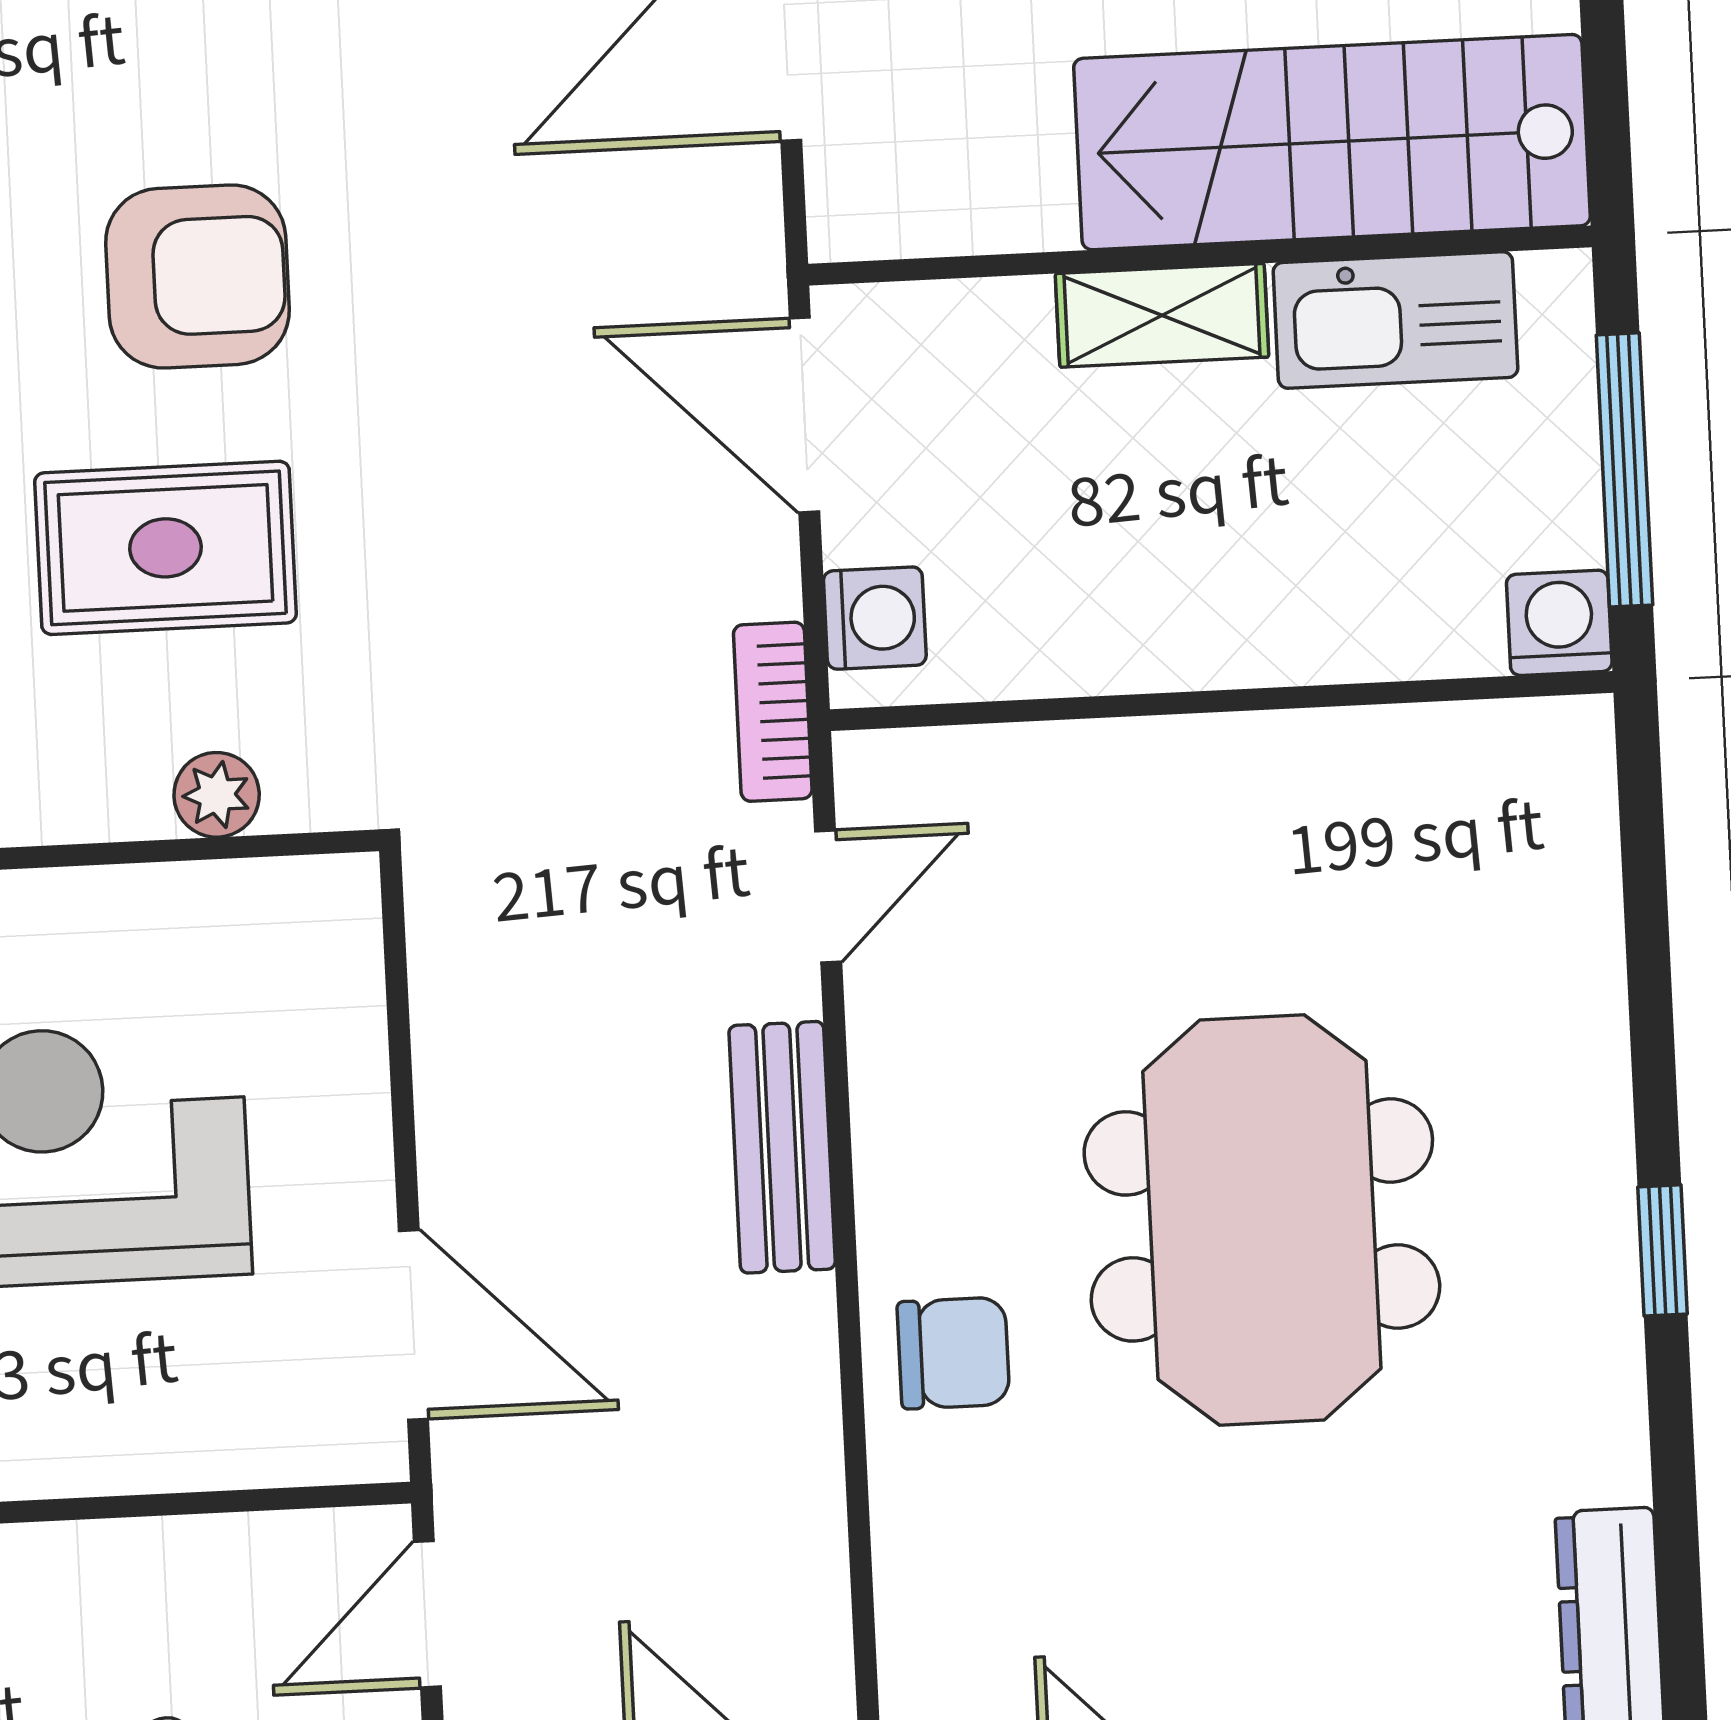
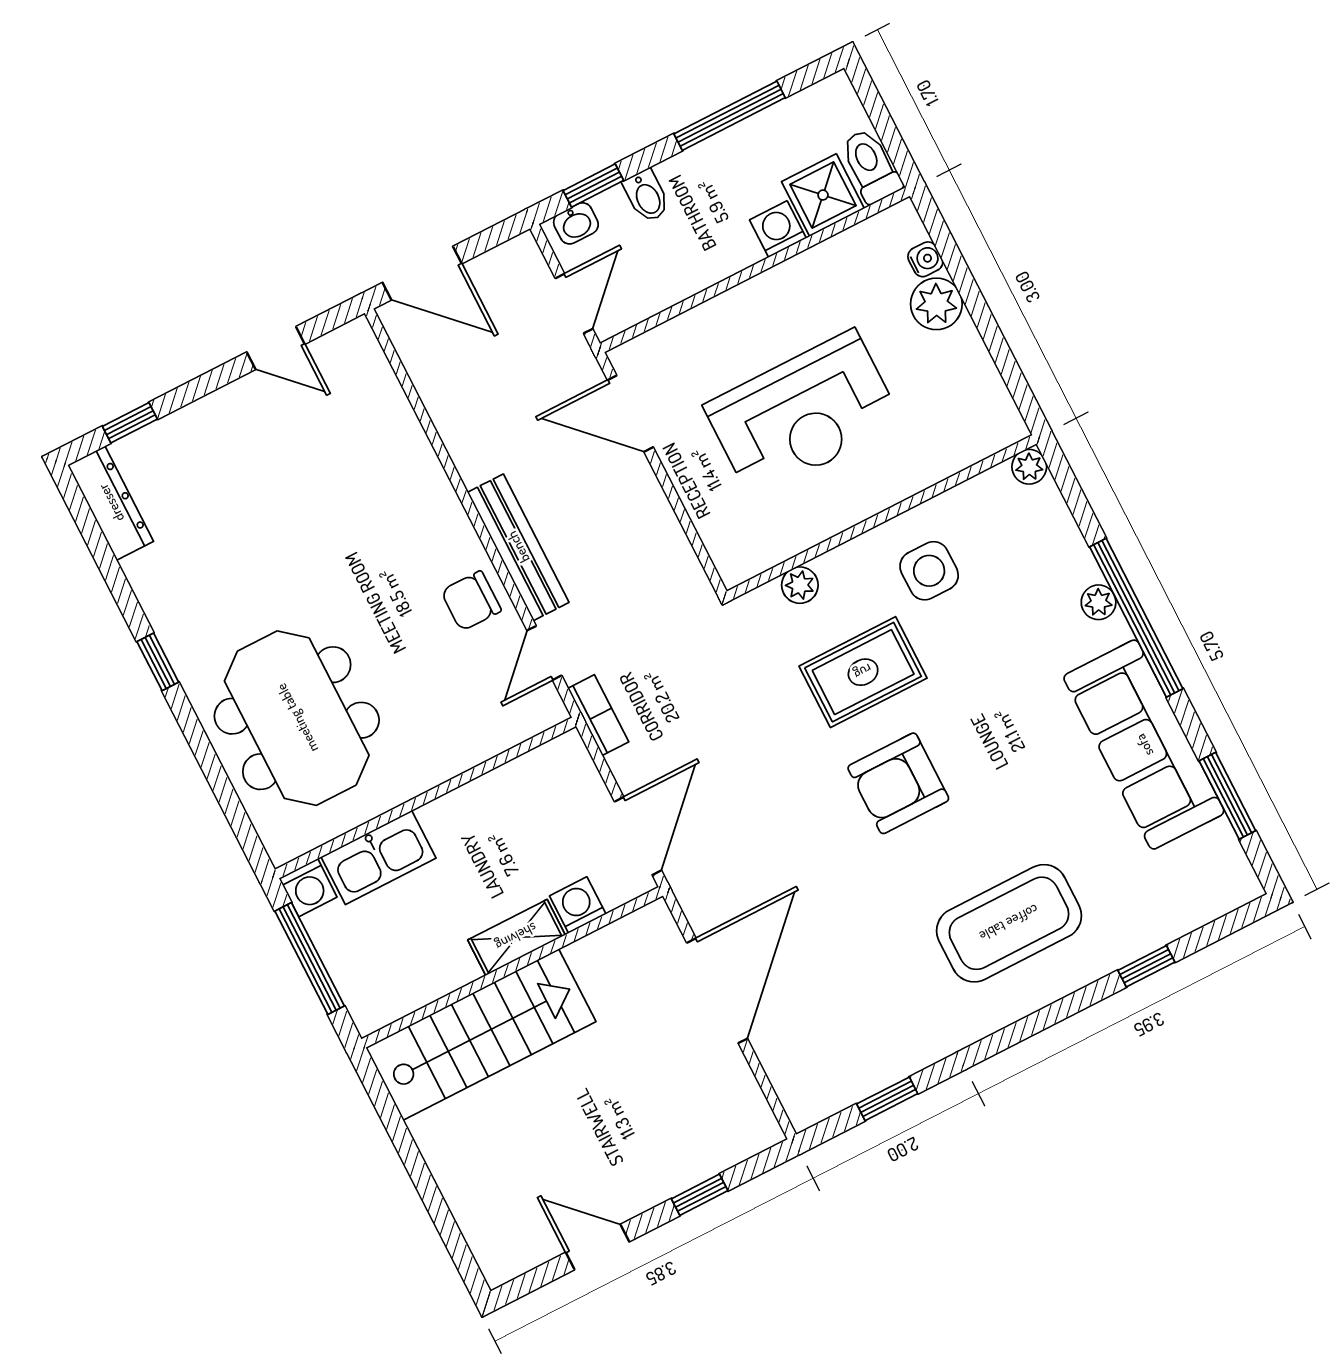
kitchen sink: (1395, 320) -> (379, 858), moved, turned 180
door: (805, 415) -> (638, 836), hinge flipped
washing machine: (875, 618) -> (578, 905), moved, turned 90
bench: (782, 1147) -> (518, 547), width x1.36
meeting table: (1262, 1220) -> (297, 718), moved
chair: (953, 1353) -> (471, 601), moved

